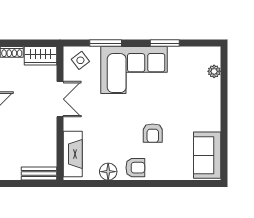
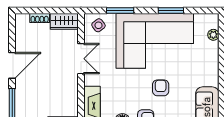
corner sofa: (134, 70) -> (155, 41), width x1.36, depth x1.36
armchair: (153, 133) -> (161, 88), turned 180

